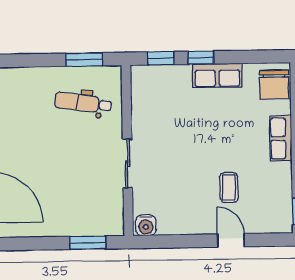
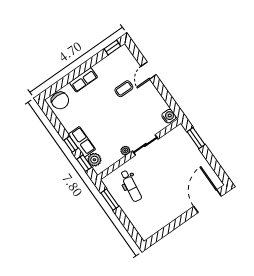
row of seats: (217, 75) -> (82, 142), moved
plant: (156, 76) -> (94, 160), added
chair: (274, 85) -> (60, 100), turned 90
plant: (139, 129) -> (125, 151), added

